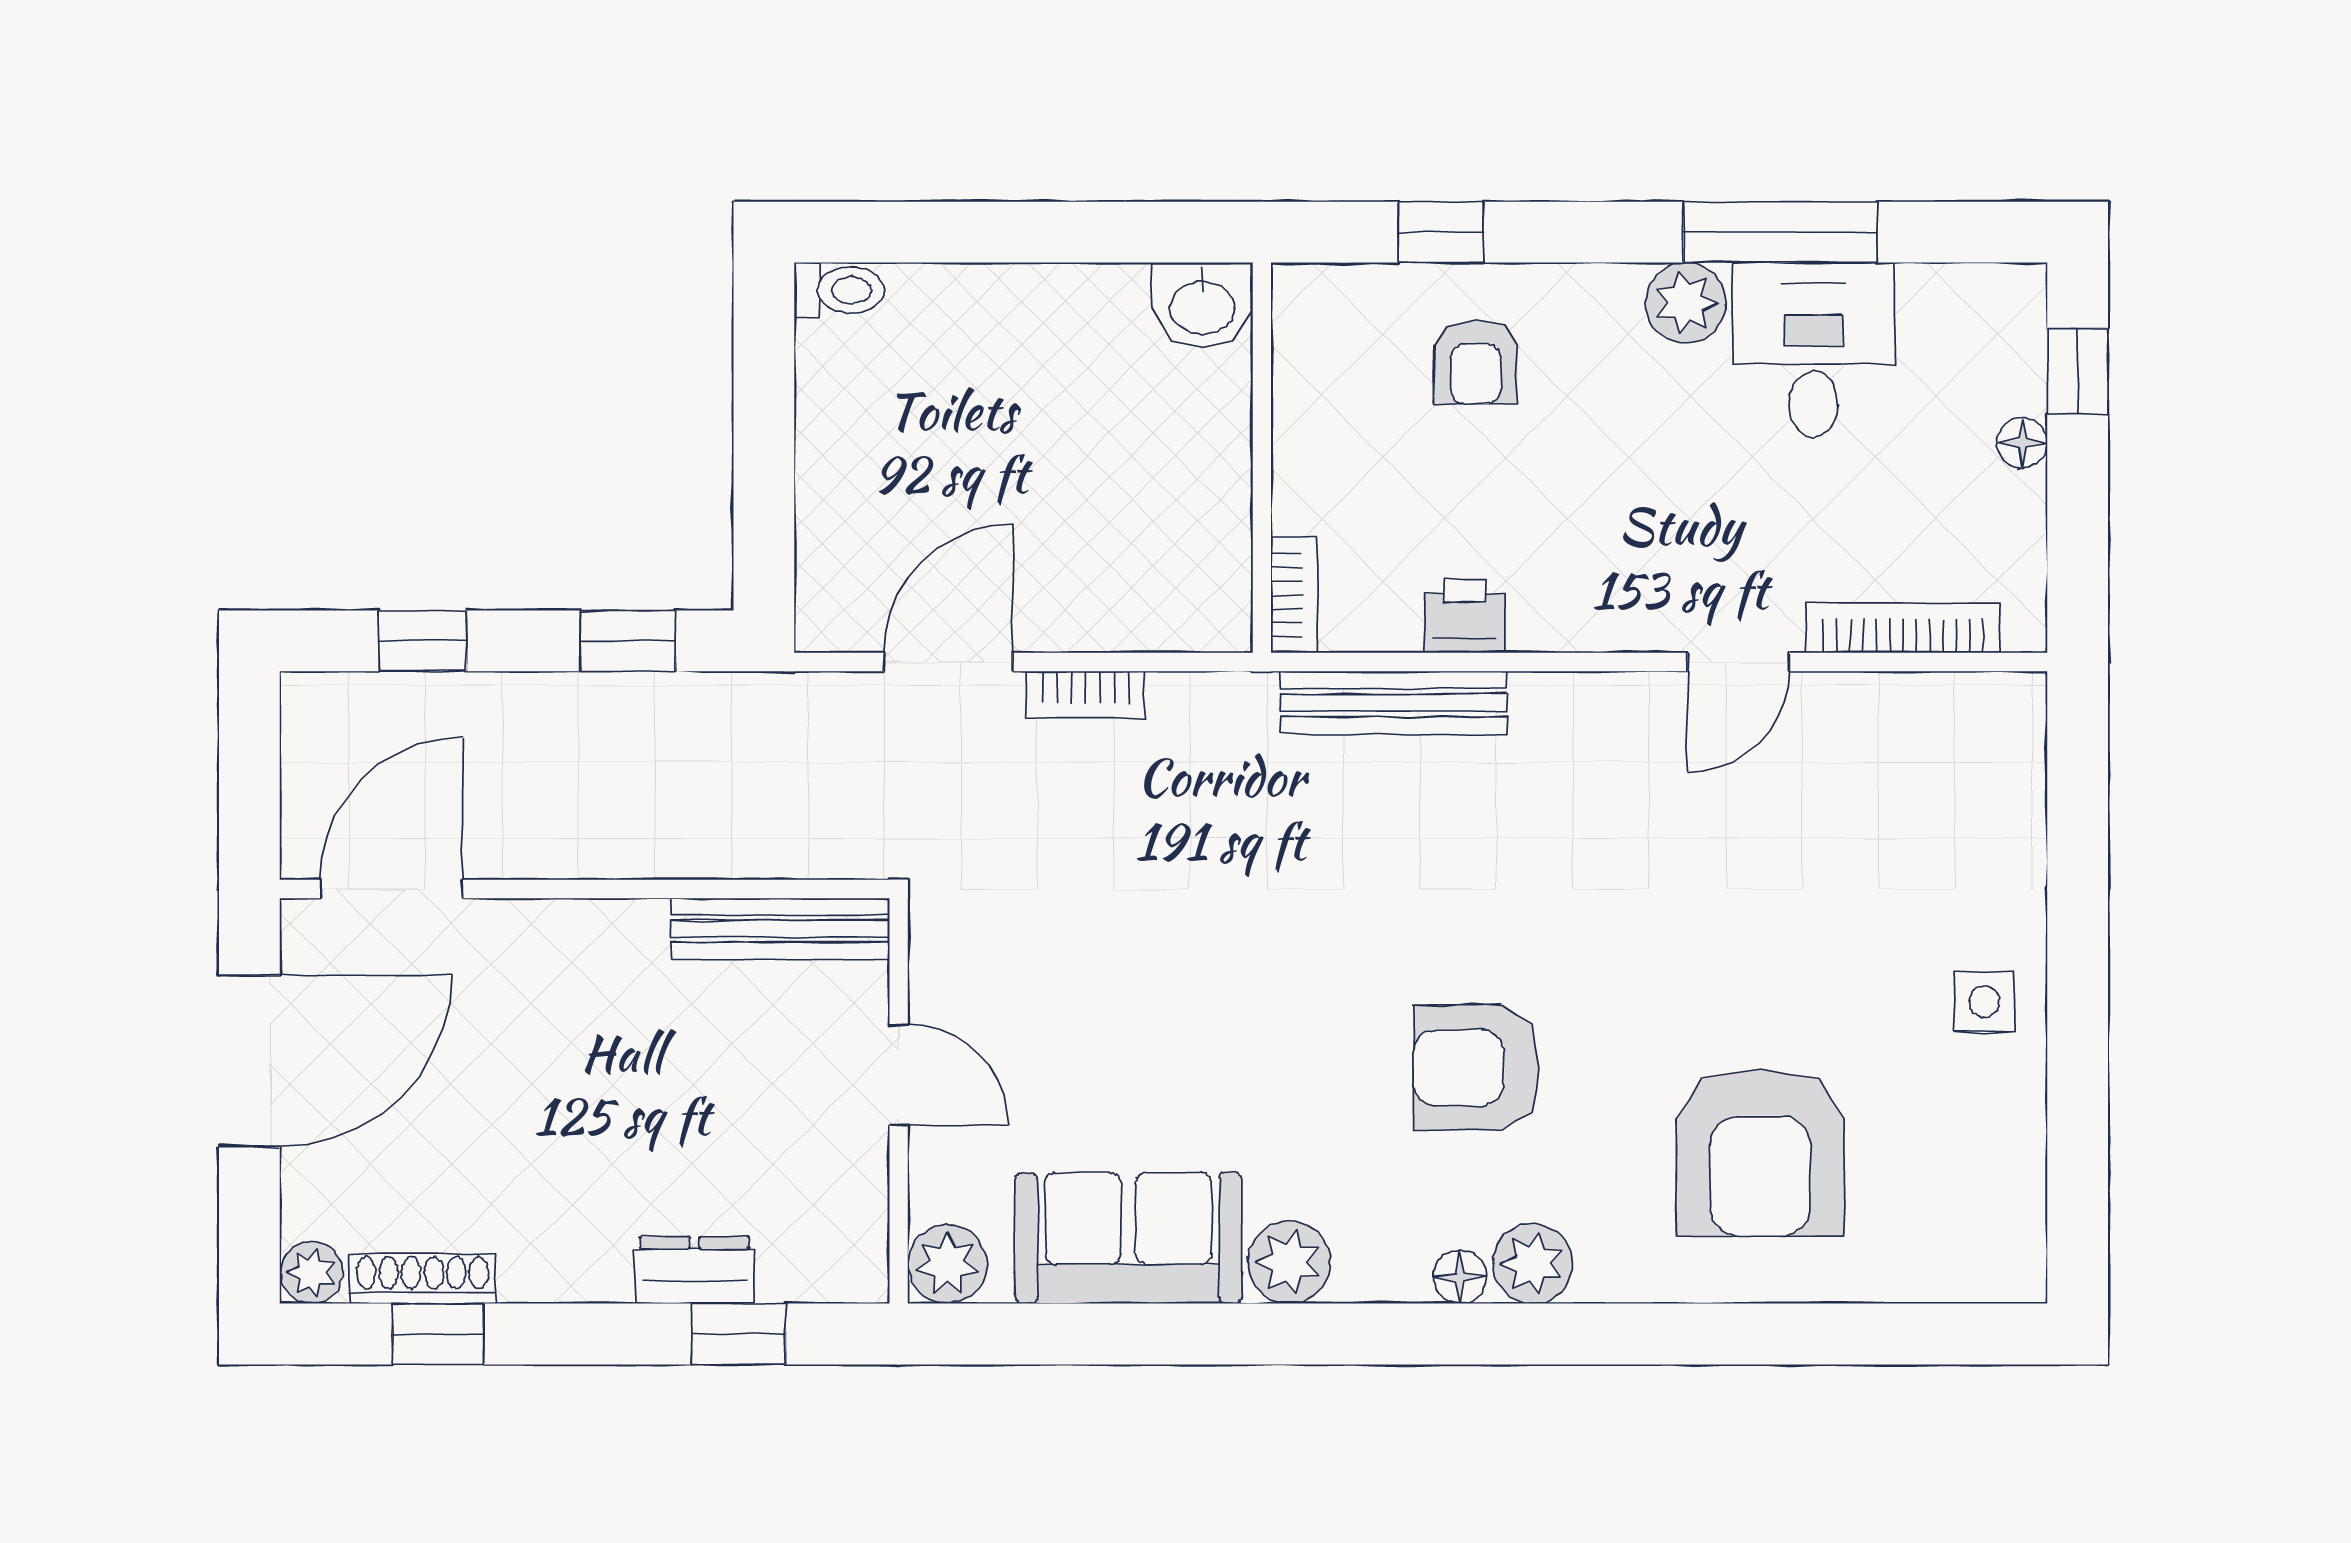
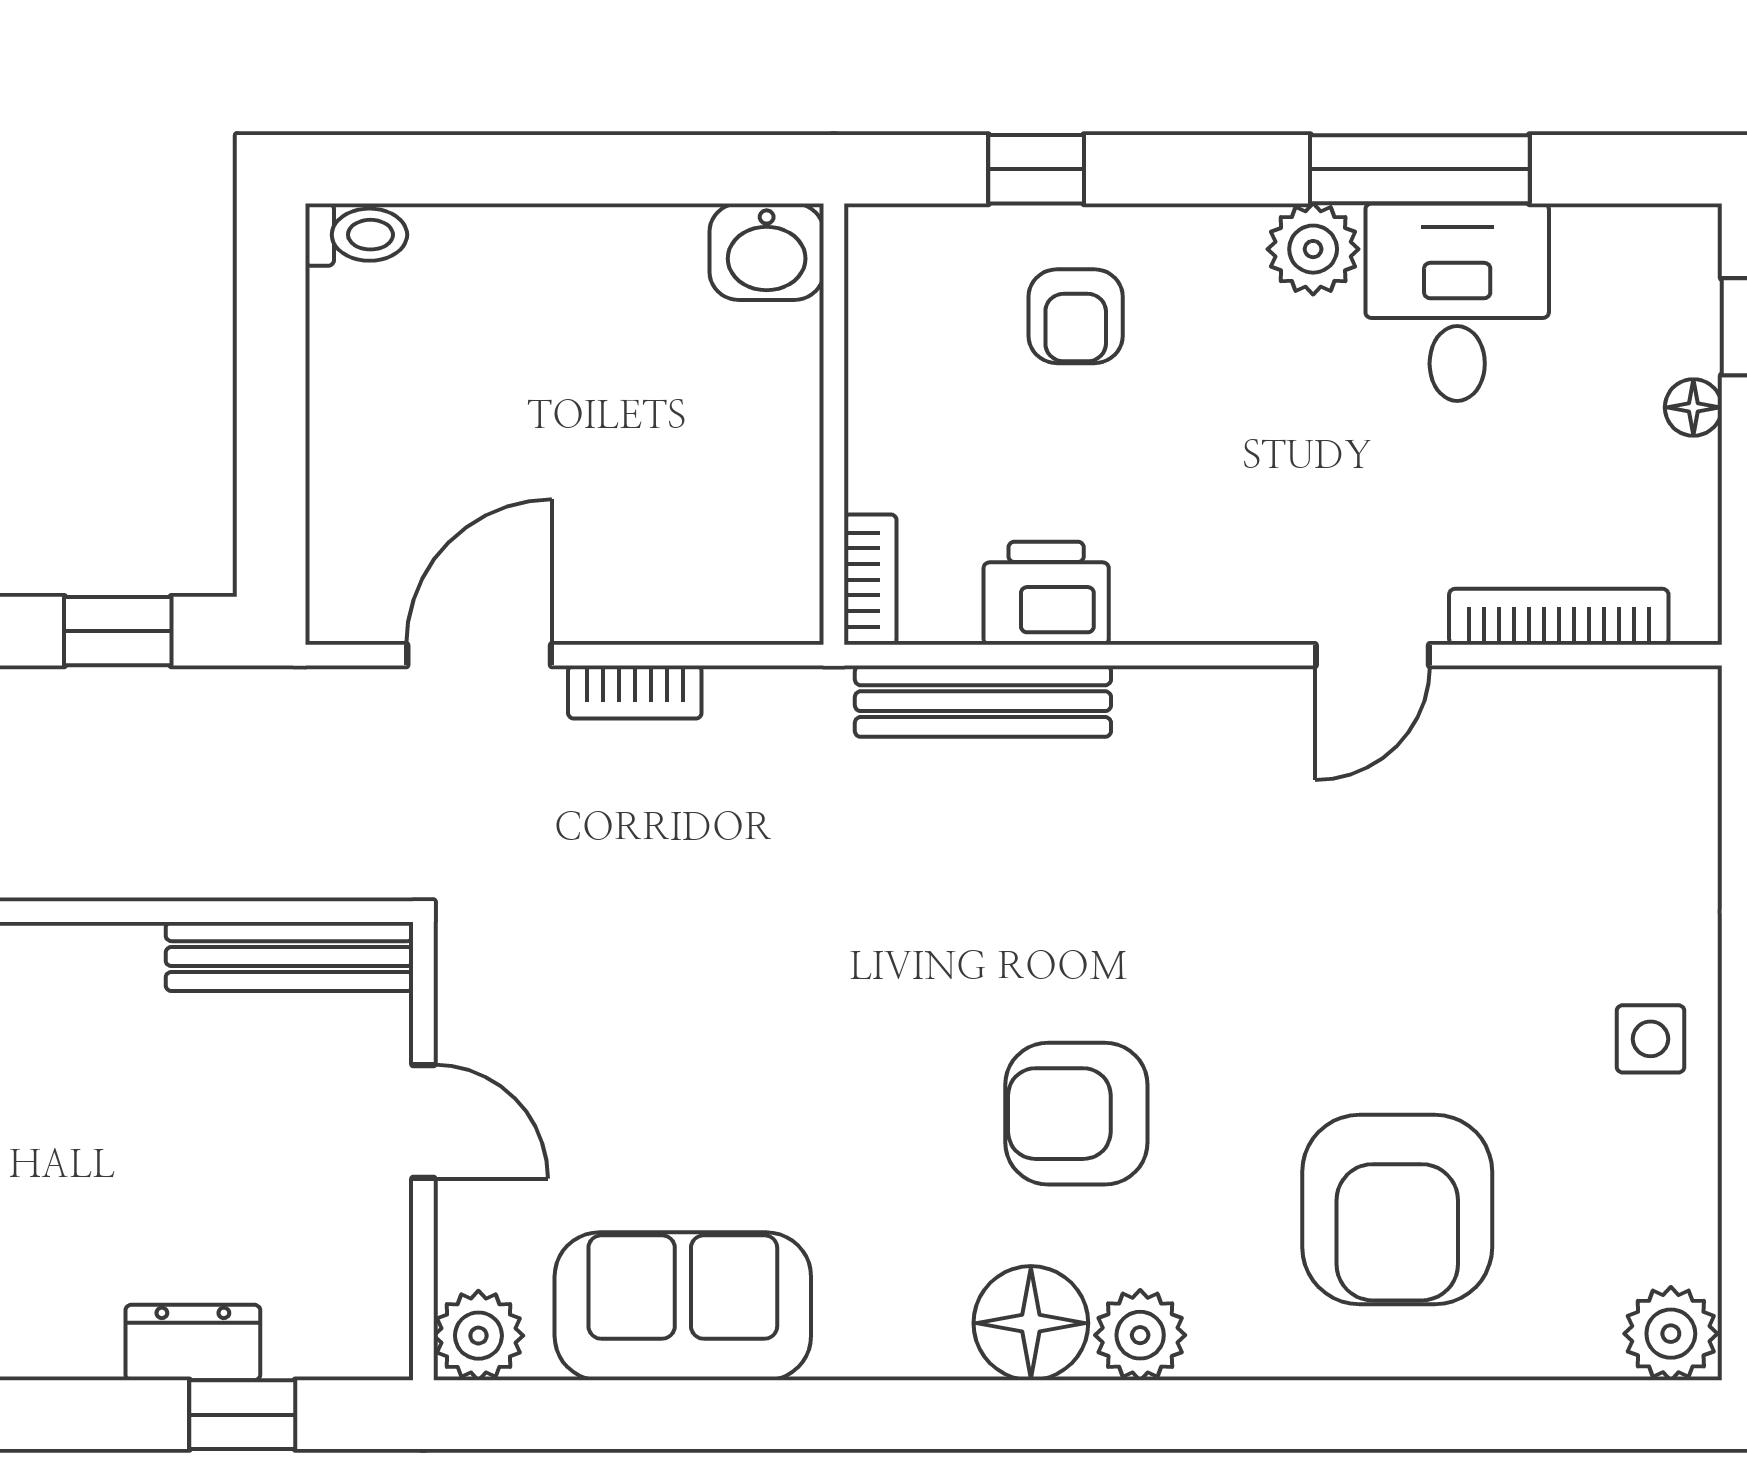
printer: (1464, 616) -> (1046, 593), width x1.36, depth x1.24
plant: (1289, 1262) -> (1671, 1334), moved
floor lamp: (1460, 1277) -> (1031, 1323), width x1.89, depth x1.89

